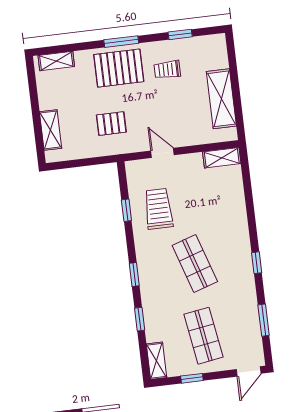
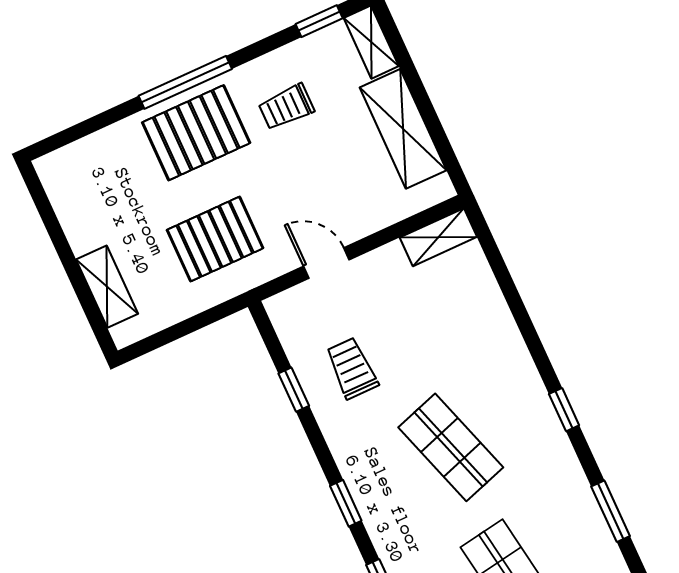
window: (180, 34) -> (319, 21), moved
window: (121, 42) -> (185, 82), width x1.44
shelving: (56, 61) -> (371, 42), moved, turned 90
pallet: (111, 124) -> (215, 239), width x1.50, depth x1.42
trolley: (159, 209) -> (352, 368), width x0.73, depth x0.72

